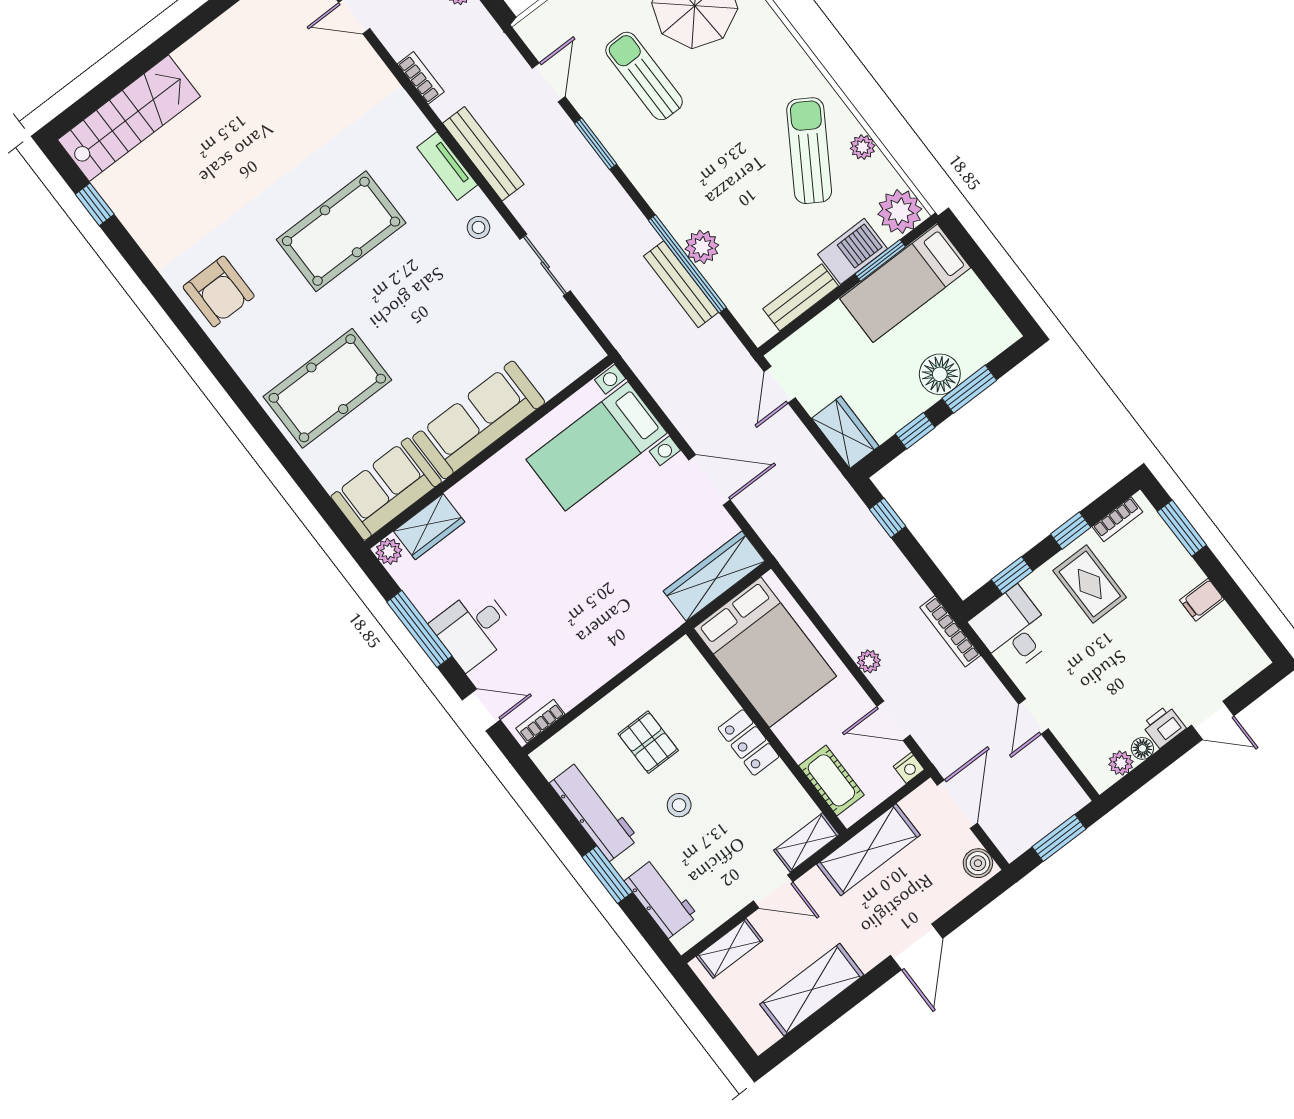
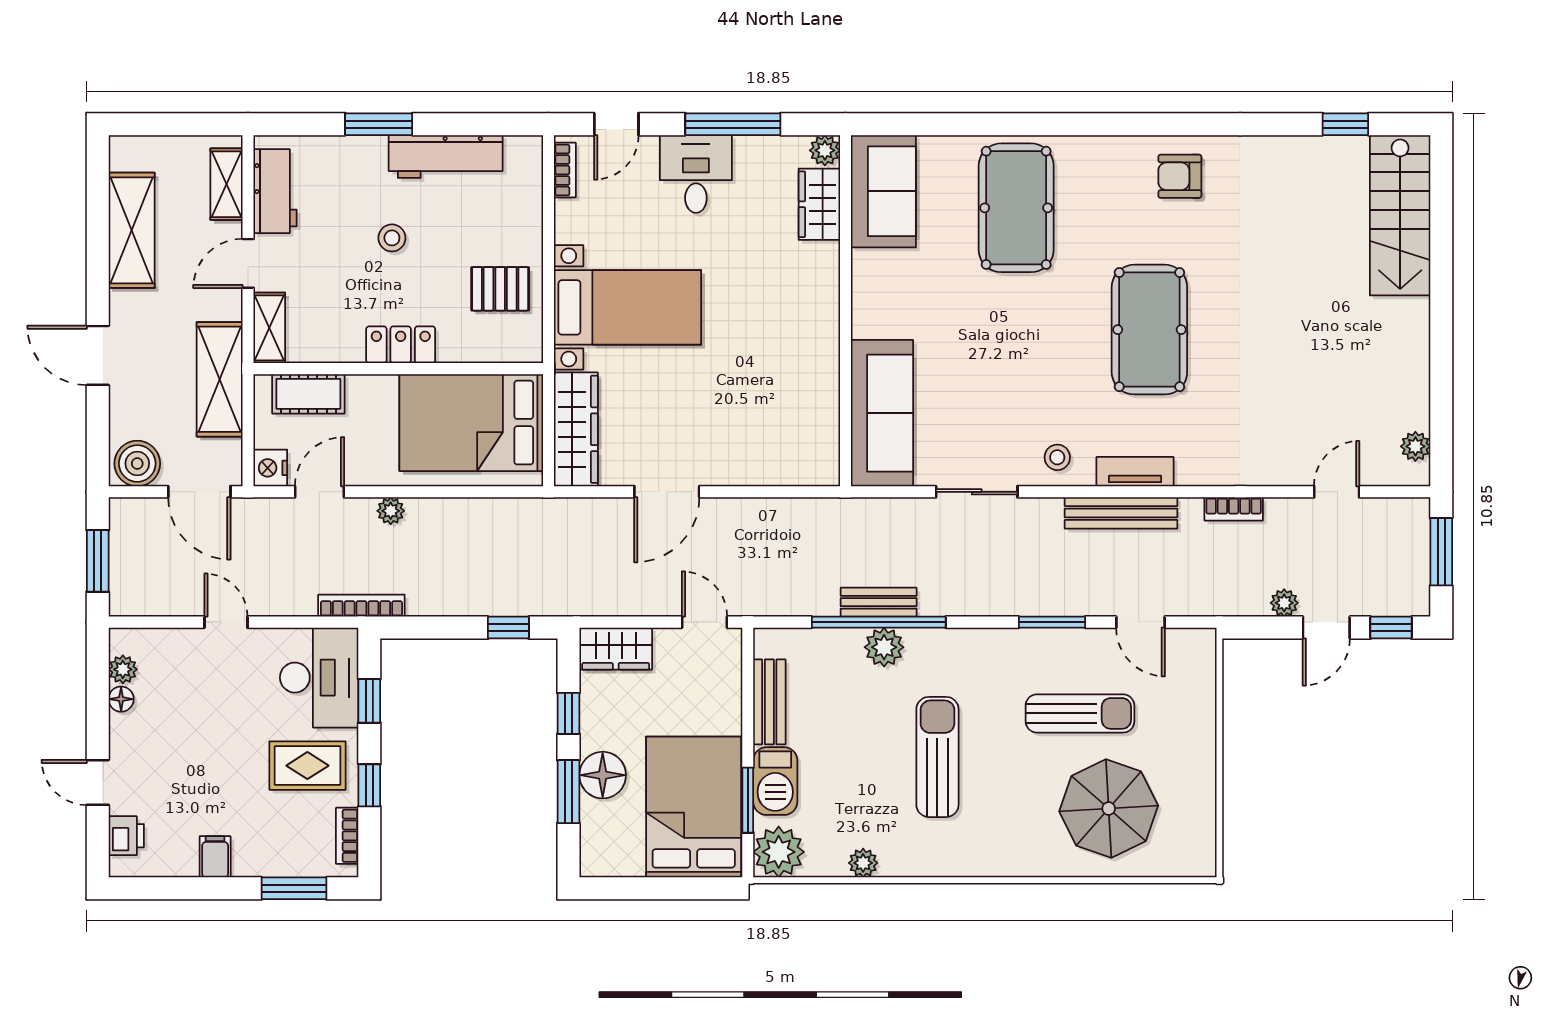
sun lounger: (809, 151) -> (937, 757), moved, turned -122
bed: (905, 283) -> (694, 807), width x1.50
bench: (681, 284) -> (879, 602), width x0.73
armchair: (219, 291) -> (1180, 176), width x0.72, depth x0.72
sofa: (479, 420) -> (882, 413), moved
bed with nightstands: (597, 446) -> (628, 307), moved, turned 90
desk: (1013, 630) -> (319, 678), width x1.37
door: (1213, 720) -> (98, 782), hinge flipped
printer: (1164, 726) -> (126, 836), moved
pallet: (648, 742) -> (500, 289), moved
nightstand: (909, 768) -> (270, 468), width x1.39, depth x1.35
boiler: (978, 863) -> (137, 463), width x1.36, depth x1.36
workbench: (661, 898) -> (275, 191), moved, turned -90

